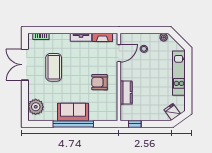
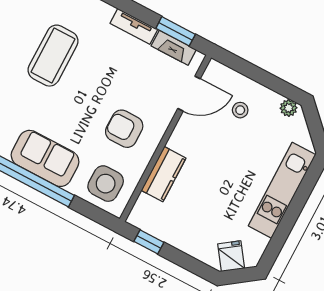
window: (100, 30) -> (176, 31), added
side table: (104, 109) -> (106, 184), added

